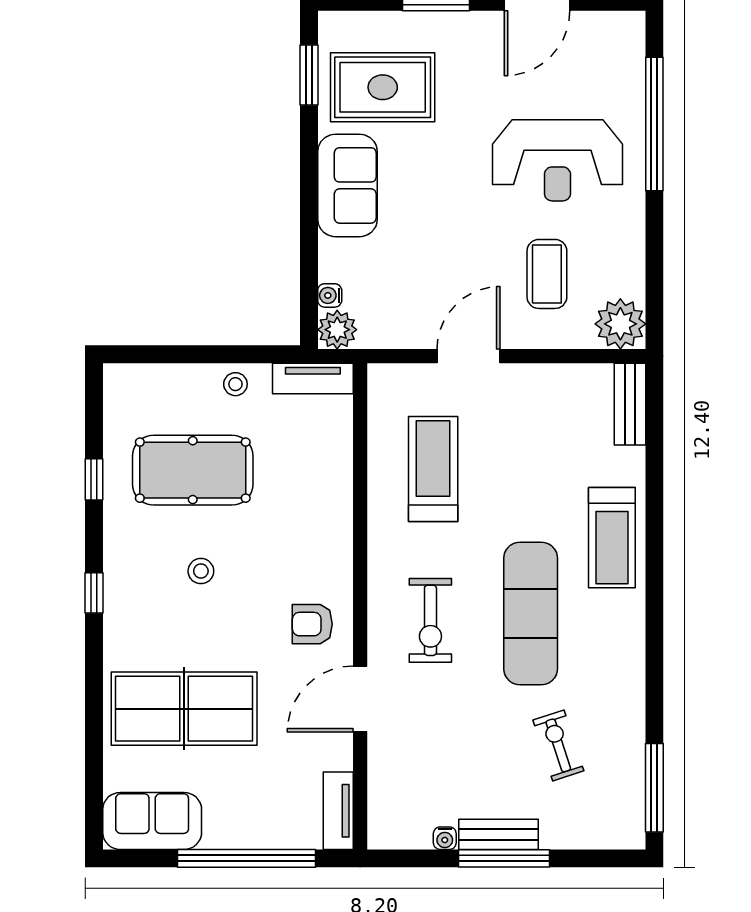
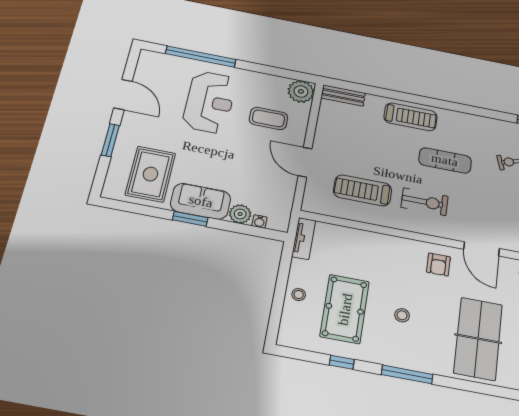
window: (309, 75) -> (190, 219), moved
plant: (337, 330) -> (240, 214), moved
stool: (235, 384) -> (299, 295), moved
window: (94, 593) -> (407, 374), width x2.17
exercise mat: (531, 613) -> (445, 160), width x0.73, depth x0.69
exercise bike: (430, 620) -> (425, 202), moved

